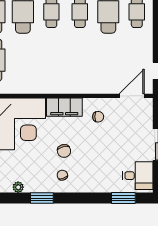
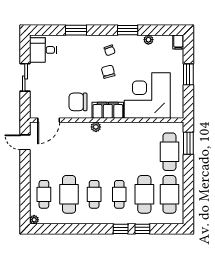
plant: (78, 88) -> (96, 127), added
chair: (98, 117) -> (78, 102), width x1.87, depth x1.87
window: (123, 198) -> (76, 30), moved

